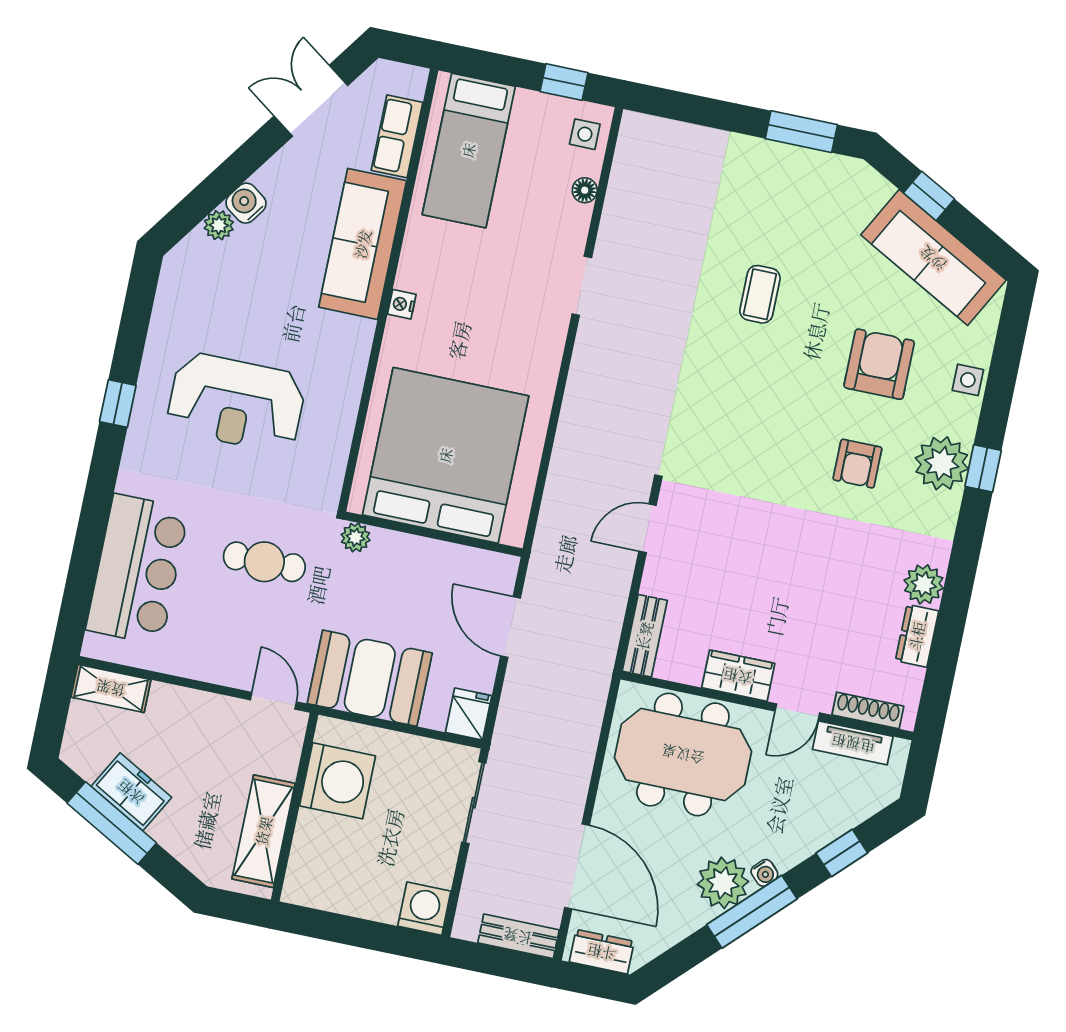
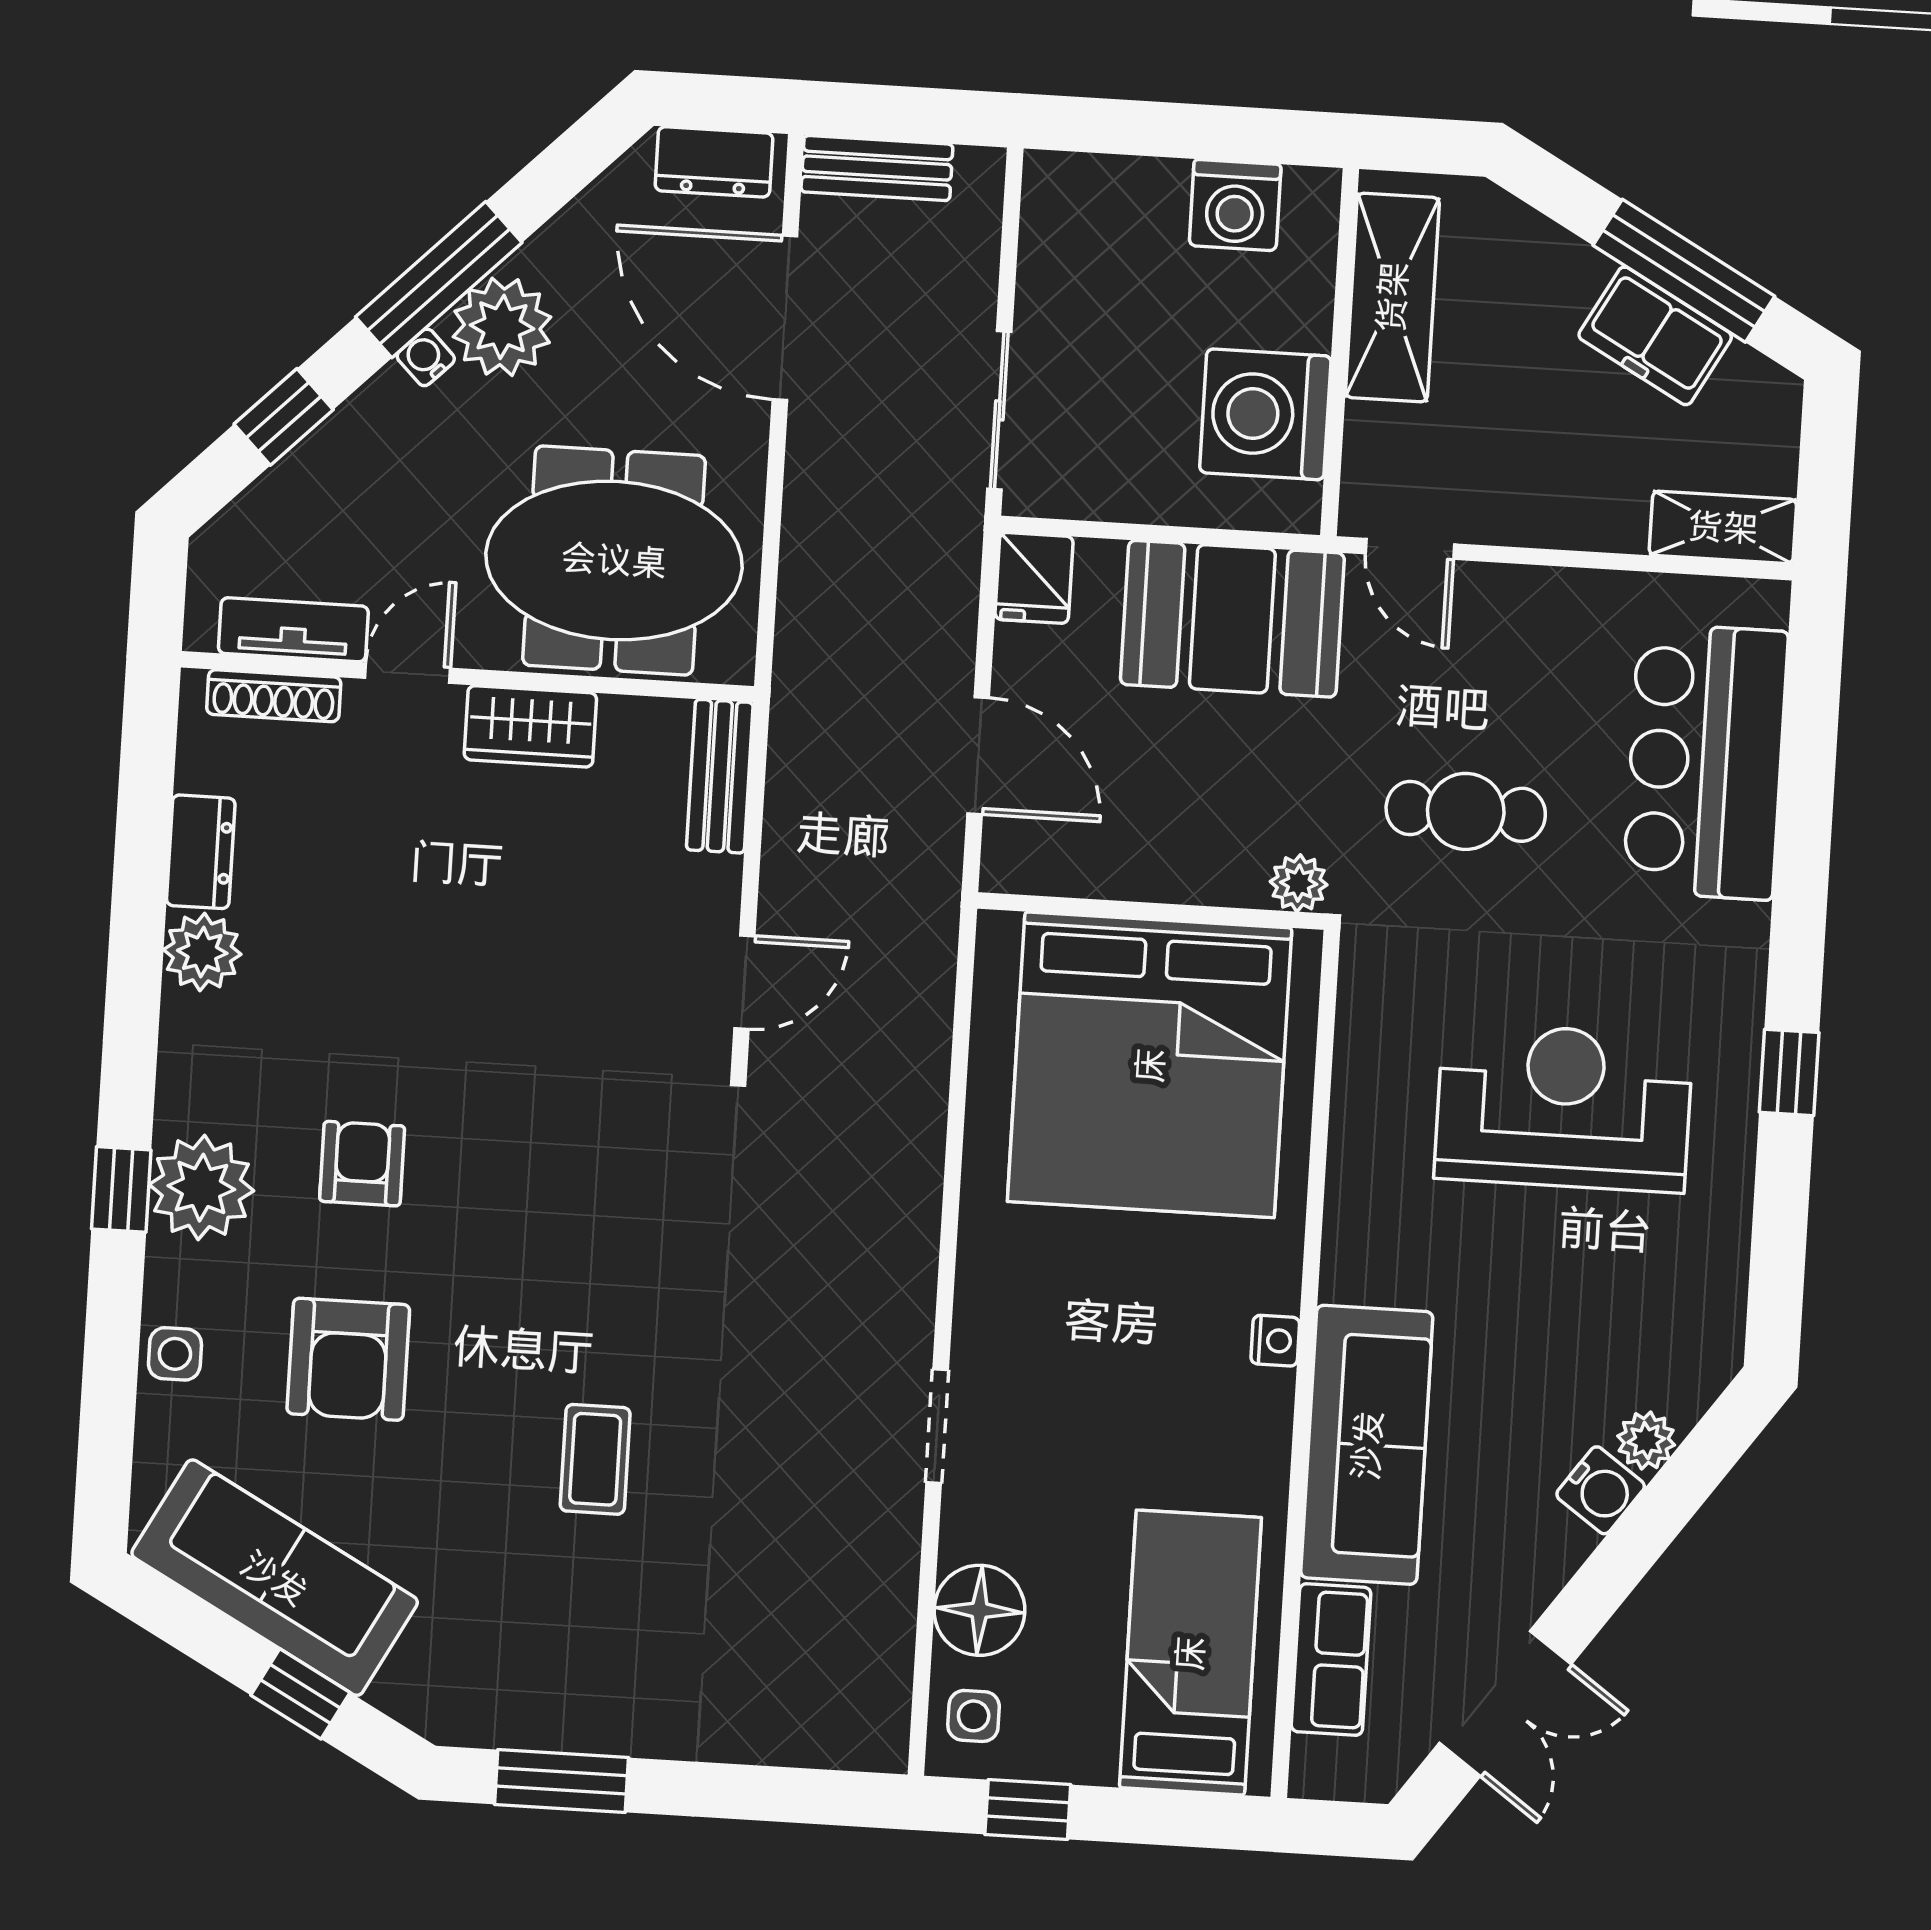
floor lamp: (585, 190) -> (979, 1610), width x1.89, depth x1.89
washing machine: (424, 909) -> (1235, 205), moved

